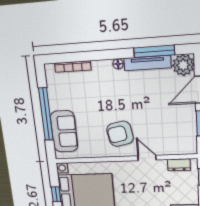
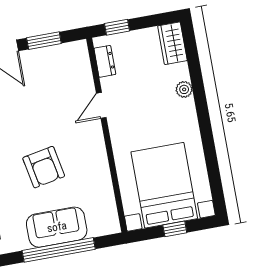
sofa: (64, 131) -> (57, 227), moved
armchair: (120, 134) -> (44, 167), moved

